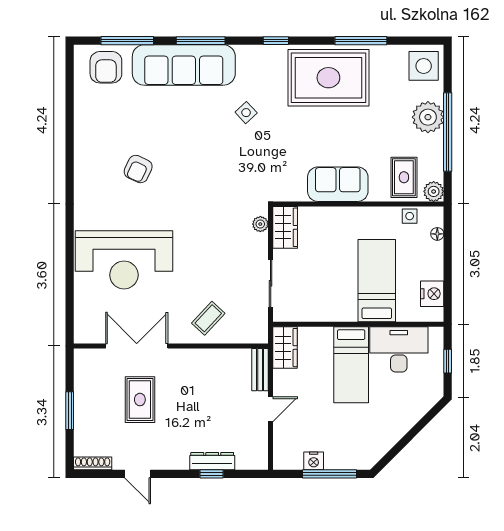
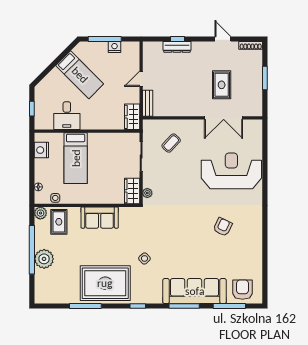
side table: (424, 66) -> (47, 290), removed
side table: (246, 113) -> (144, 258), moved
coffee table: (208, 318) -> (171, 143), moved
desk: (399, 349) -> (67, 116), width x0.73
bed: (351, 365) -> (80, 75), moved, turned 135

